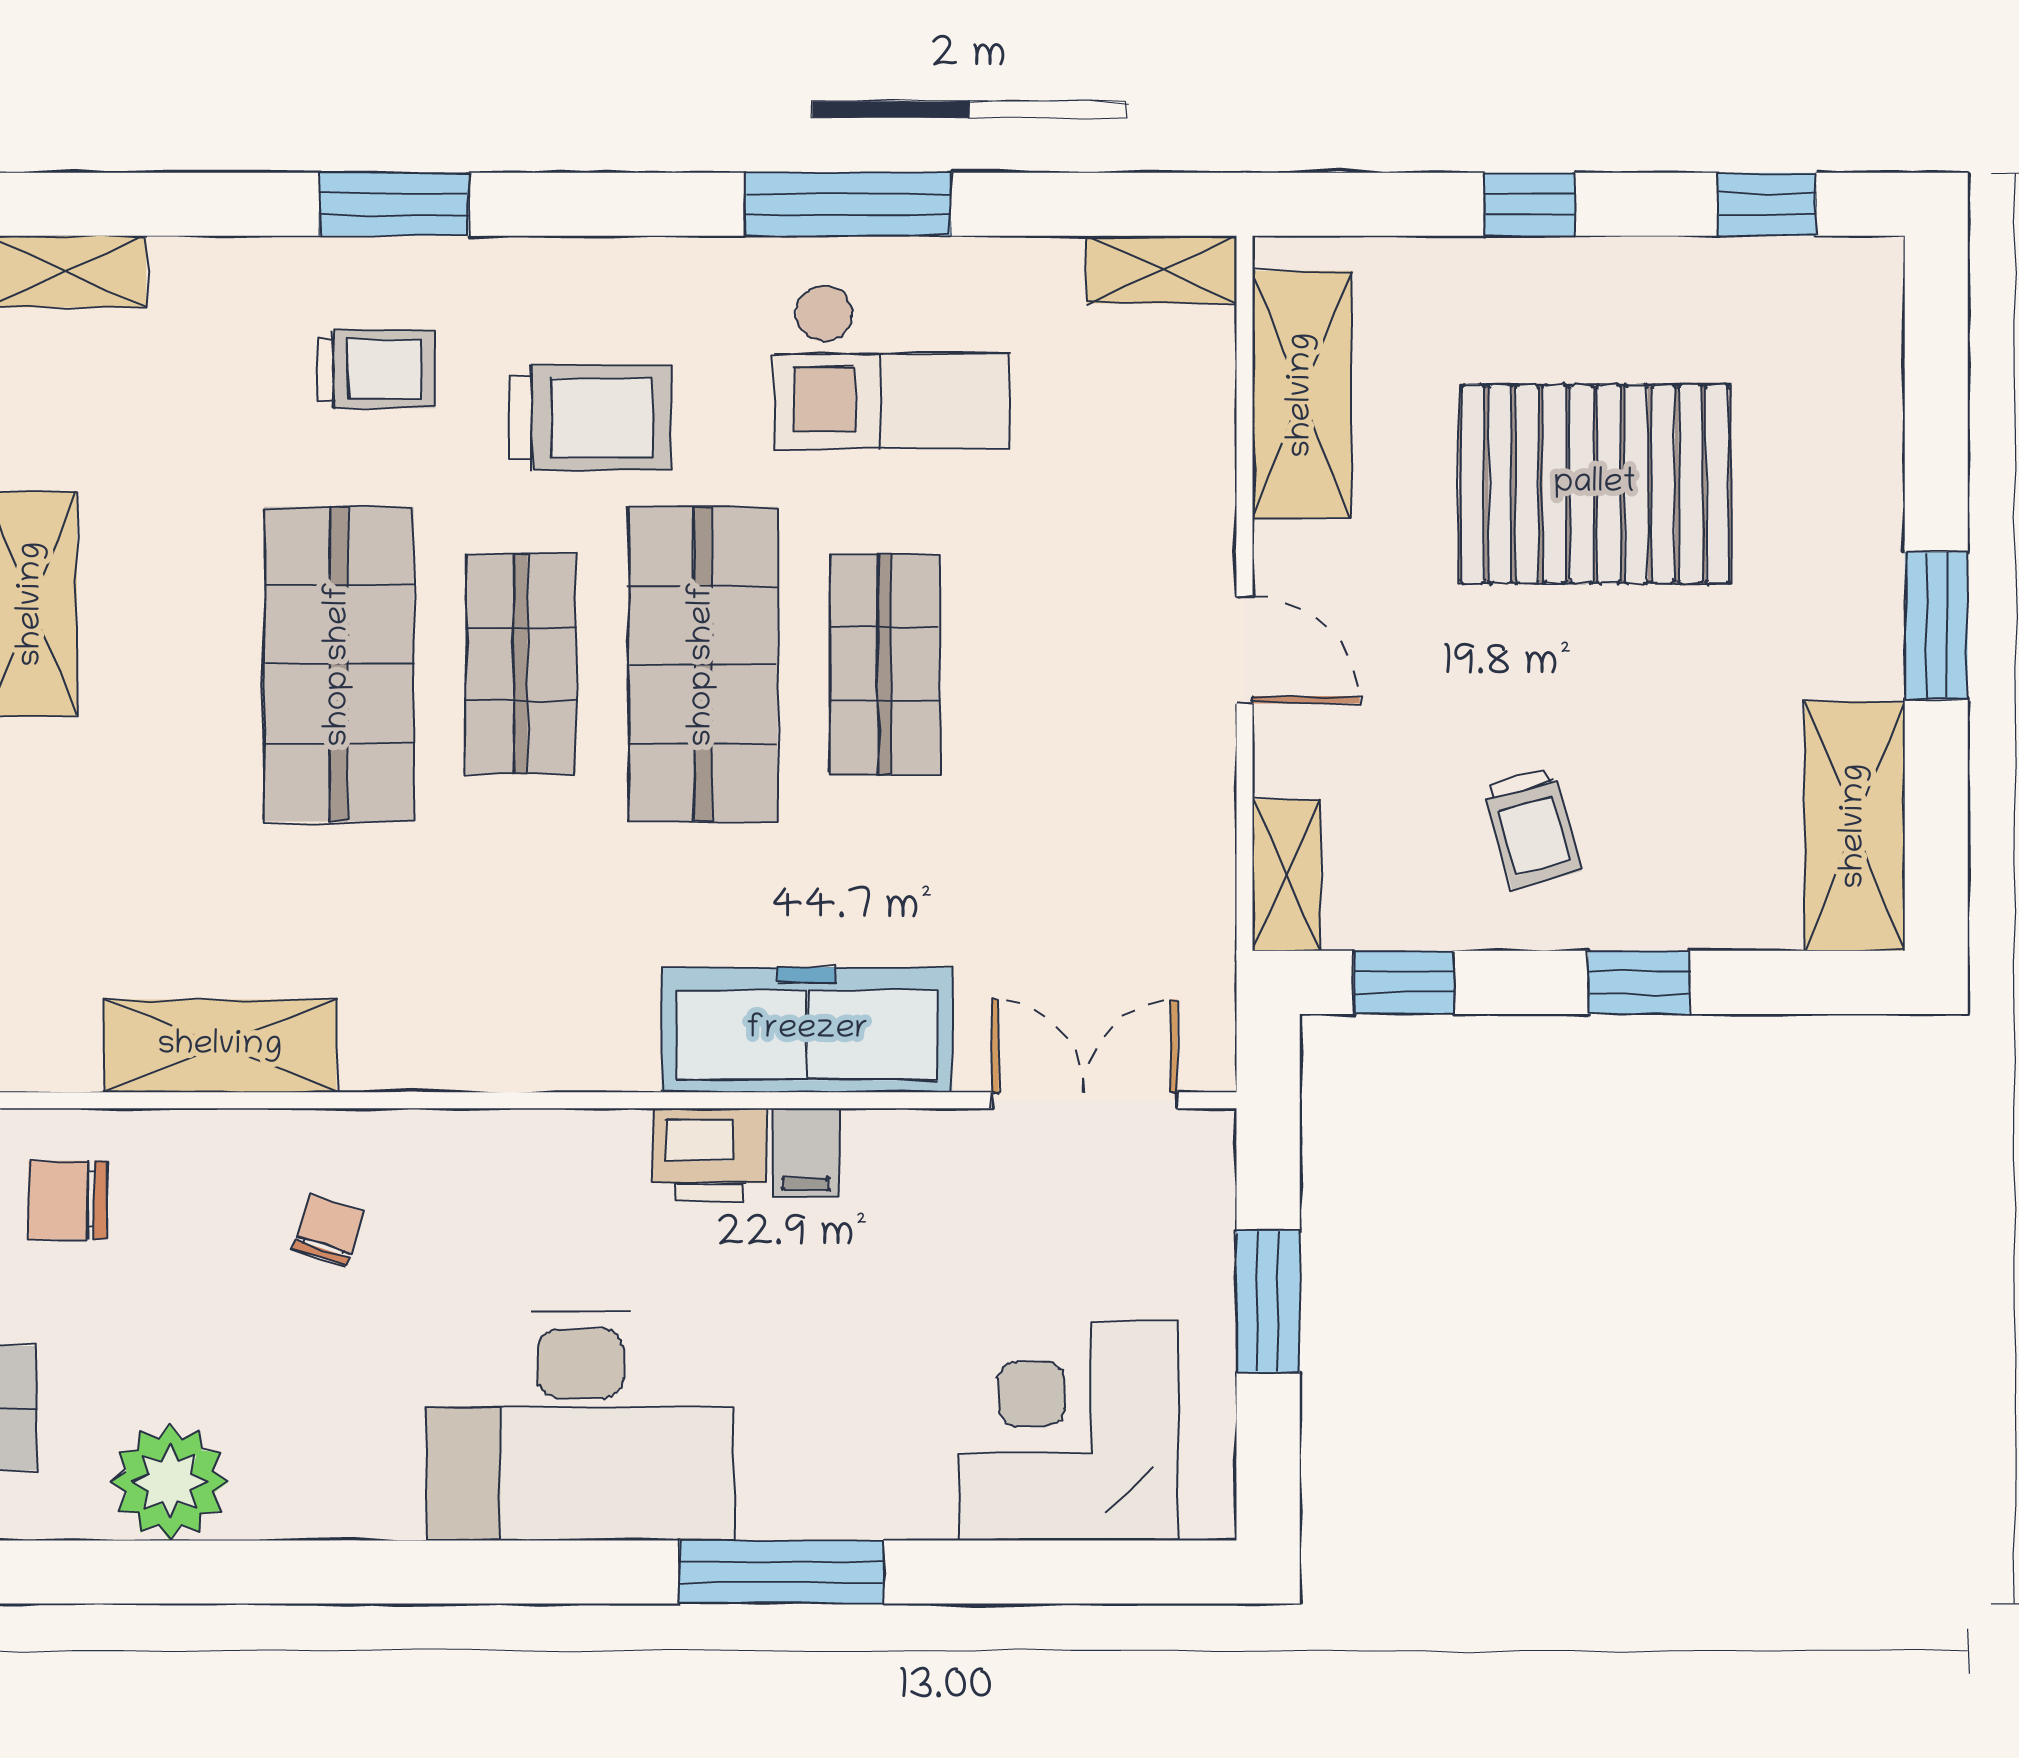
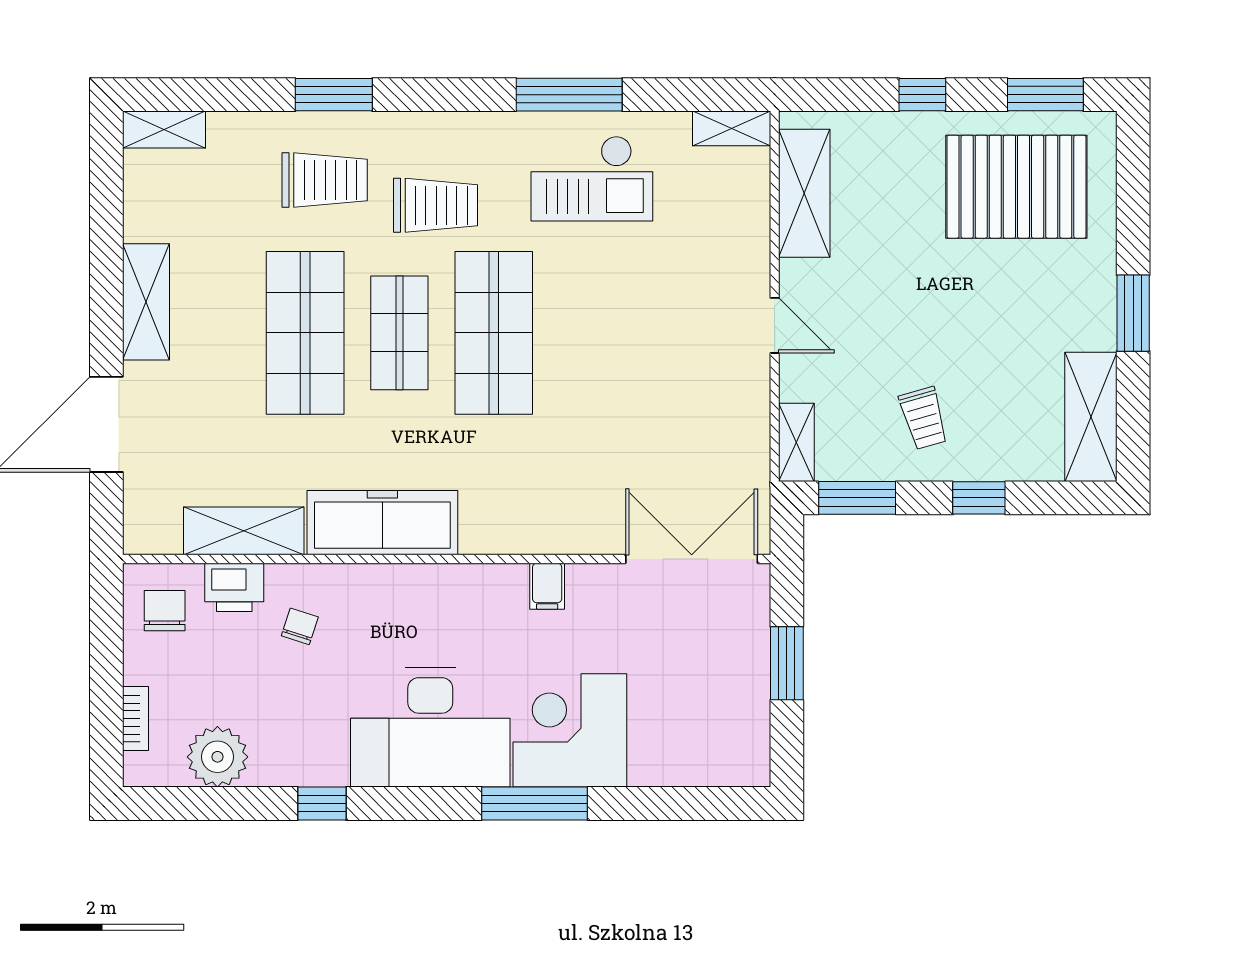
window: (1767, 204) -> (1045, 95), width x1.50
trolley: (376, 369) -> (325, 180), width x1.36, depth x1.39
pallet: (1595, 484) -> (1016, 187), moved
shop shelf: (885, 664) -> (588, 333), removed
window: (1404, 982) -> (857, 498), width x1.50
freezer: (807, 1030) -> (382, 523), moved
double door: (1084, 1100) -> (692, 559), width x1.37
printer: (709, 1155) -> (234, 587), moved
chair: (68, 1200) -> (165, 611), turned 90
corner desk: (1069, 1431) -> (570, 730), moved
window: (371, 1572) -> (322, 803), added

